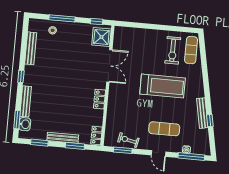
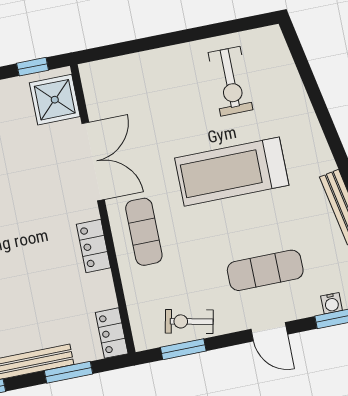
exercise mat: (191, 50) -> (144, 232), moved
treadmill: (163, 86) -> (232, 172), turned 180

